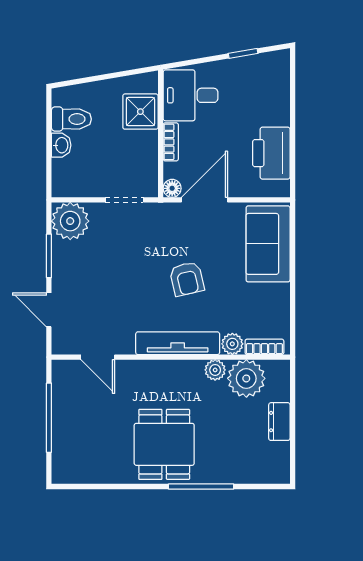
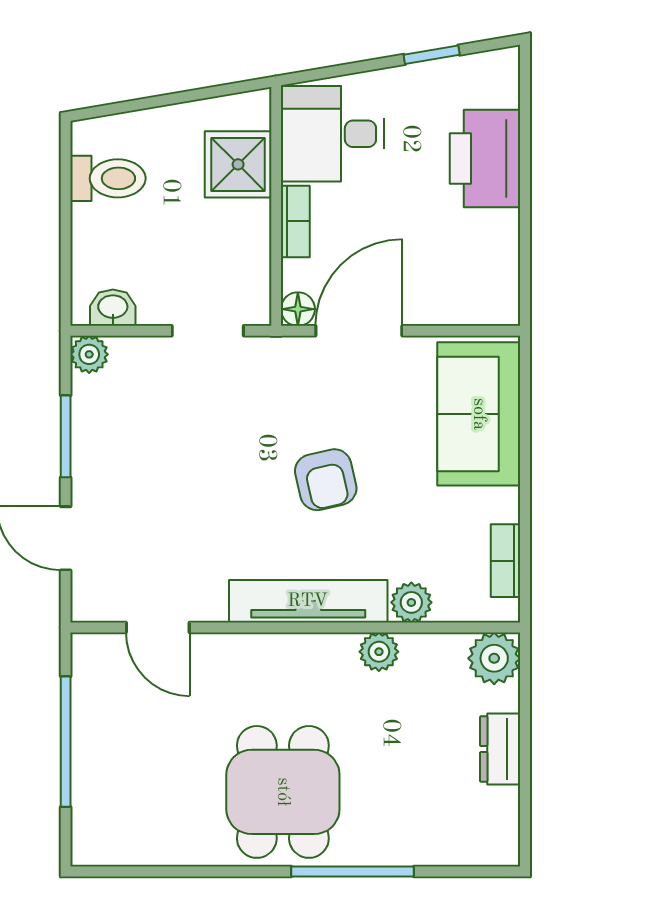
washbasin: (61, 145) -> (113, 308), moved, turned -90
printer: (271, 153) -> (485, 158), moved
plant: (70, 221) -> (89, 354), width x0.53, depth x0.53
bookcase: (264, 347) -> (506, 561), moved, turned -90
plant: (246, 378) -> (494, 658), moved, width x0.73, depth x0.73

